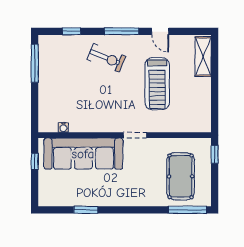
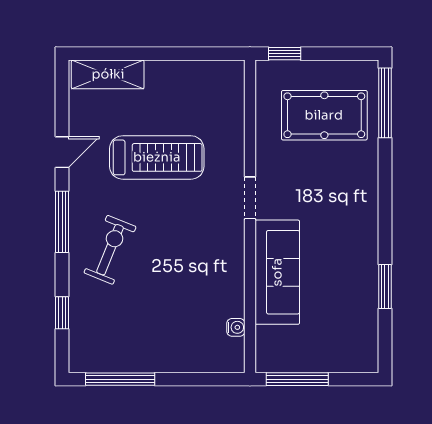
sofa: (83, 154) -> (277, 272), width x0.74, depth x0.79
window: (35, 161) -> (297, 379), width x2.17

